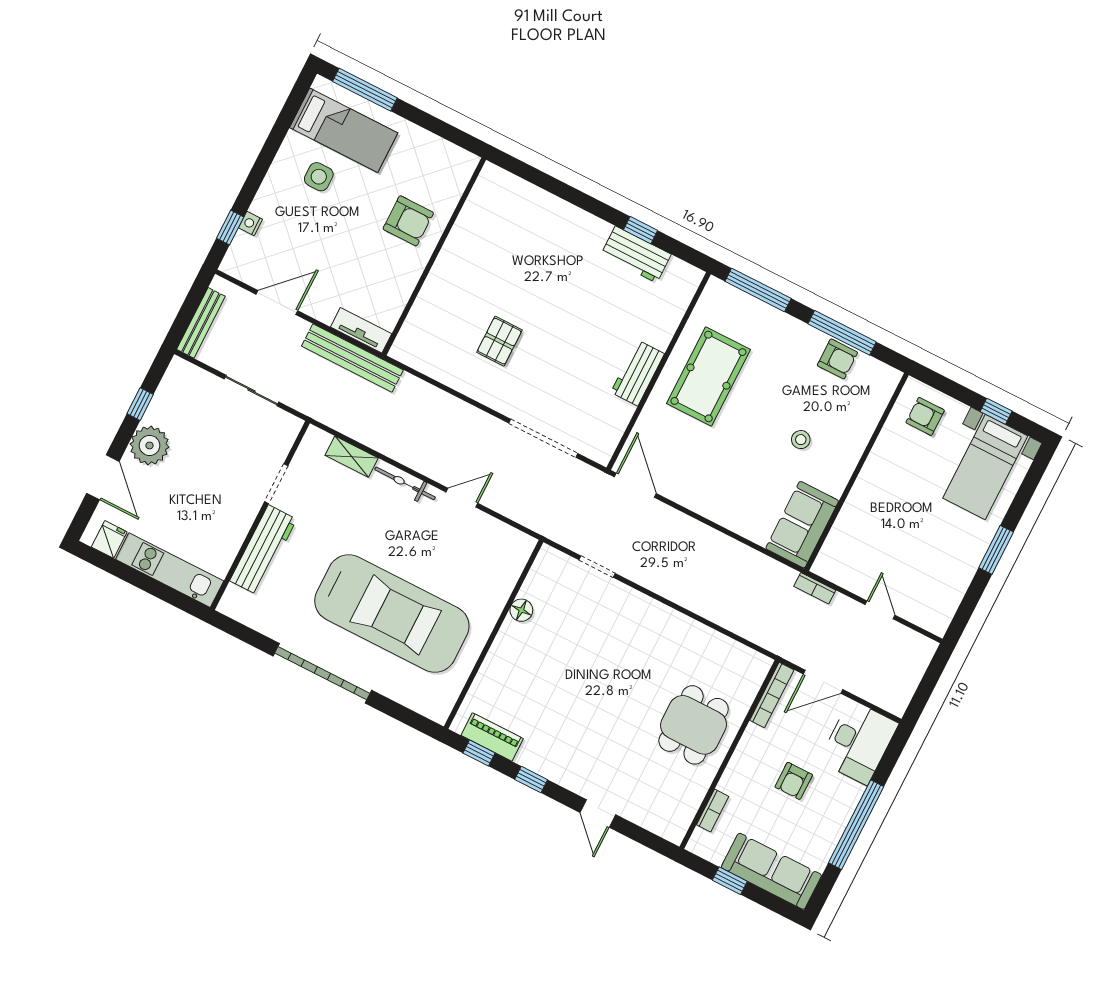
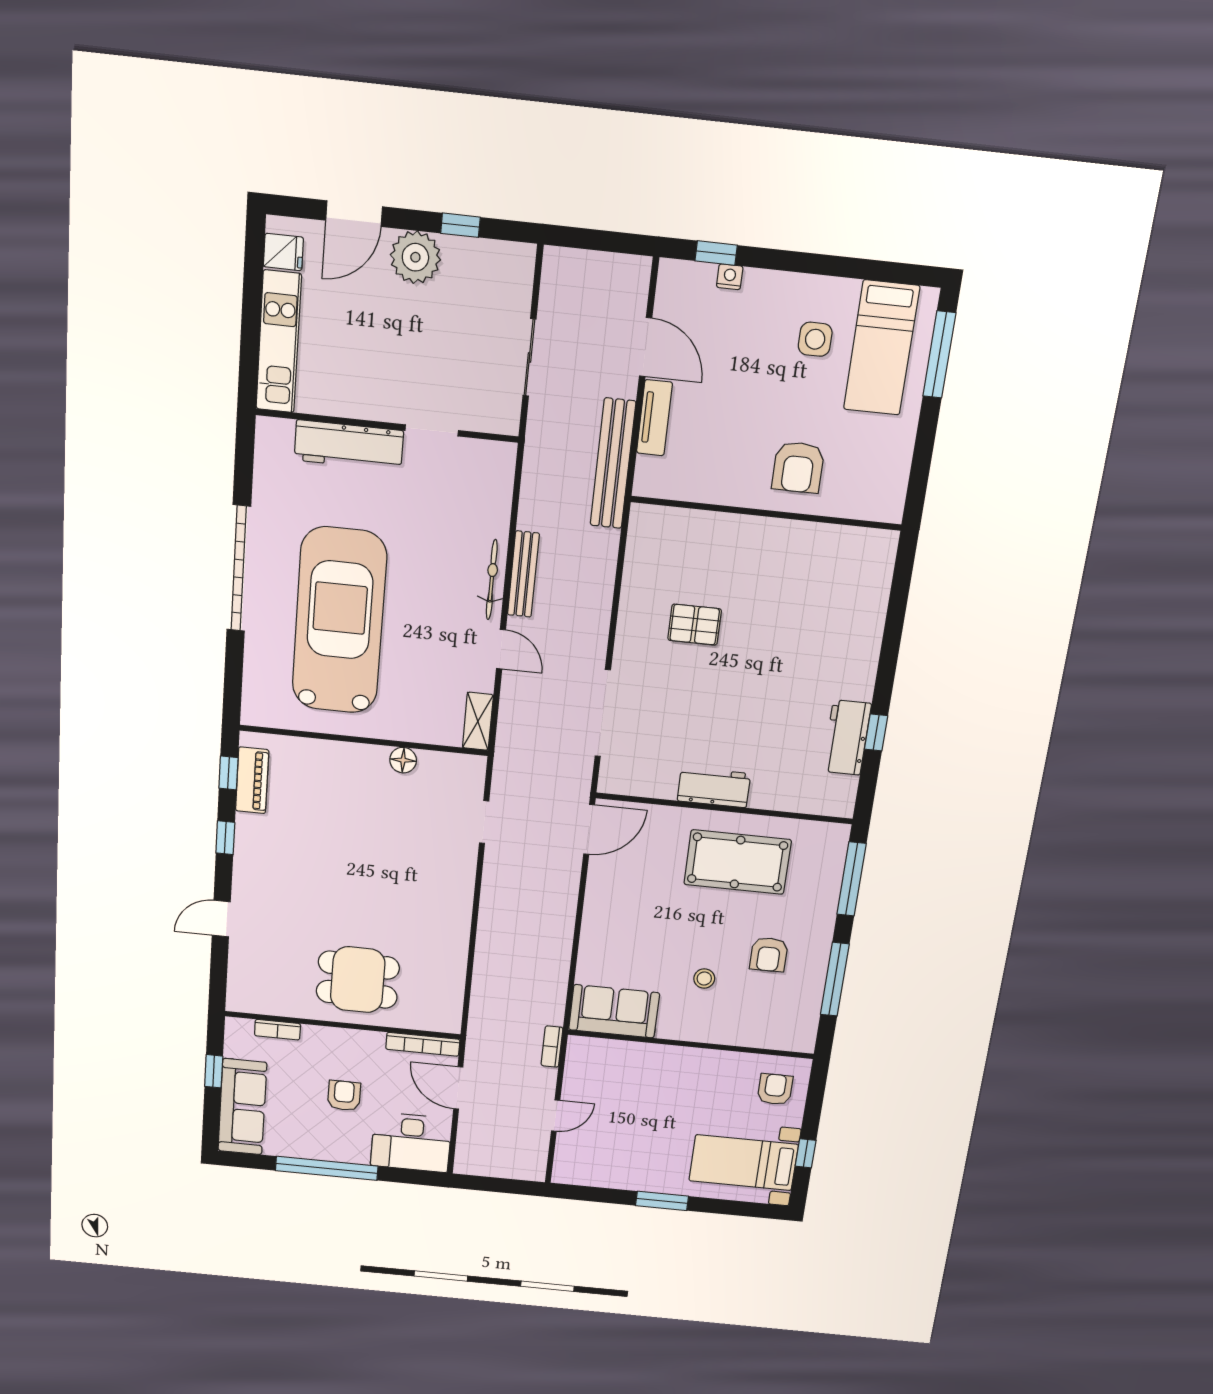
bench: (201, 323) -> (523, 574), moved, turned 90
tv unit: (361, 330) -> (654, 418), moved
armchair: (837, 359) -> (769, 955), moved
shelving: (352, 457) -> (478, 721), moved
car: (392, 613) -> (339, 621), turned 180
armchair: (794, 781) -> (344, 1096), turned 90

